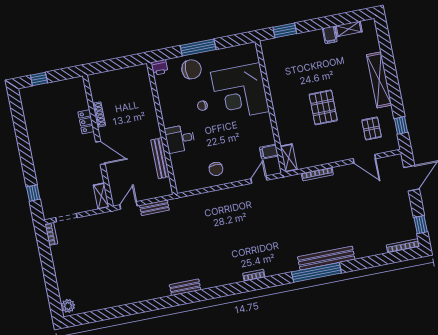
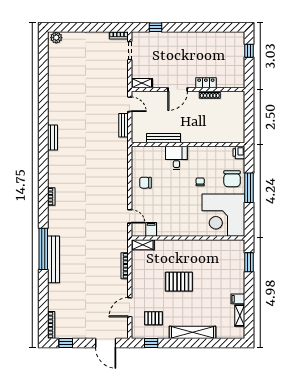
corner desk: (240, 92) -> (223, 215), moved, turned -90

